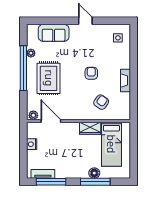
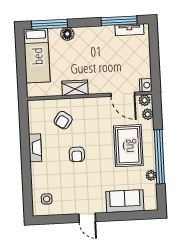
plant: (31, 104) -> (148, 114), added
nightstand: (32, 144) -> (146, 85), moved
bed: (111, 144) -> (37, 56), moved, turned 180
window: (95, 182) -> (49, 24), moved

